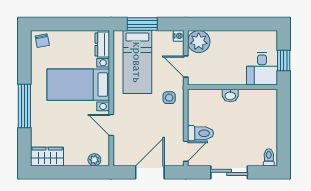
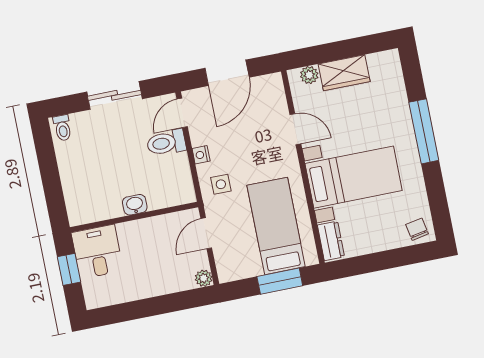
nightstand: (179, 36) -> (201, 155), moved
plant: (199, 42) -> (204, 278), width x0.53, depth x0.53
door: (186, 66) -> (206, 233), swing flipped
wardrobe: (47, 157) -> (344, 73), moved

